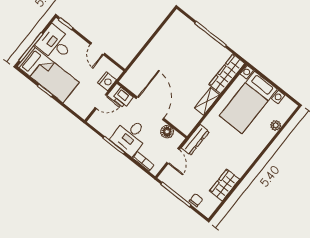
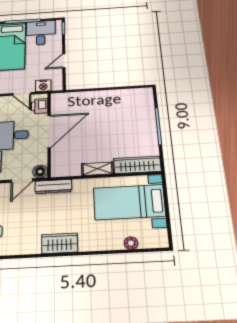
floor lamp: (167, 132) -> (40, 172), moved
wardrobe: (224, 185) -> (60, 243), moved

